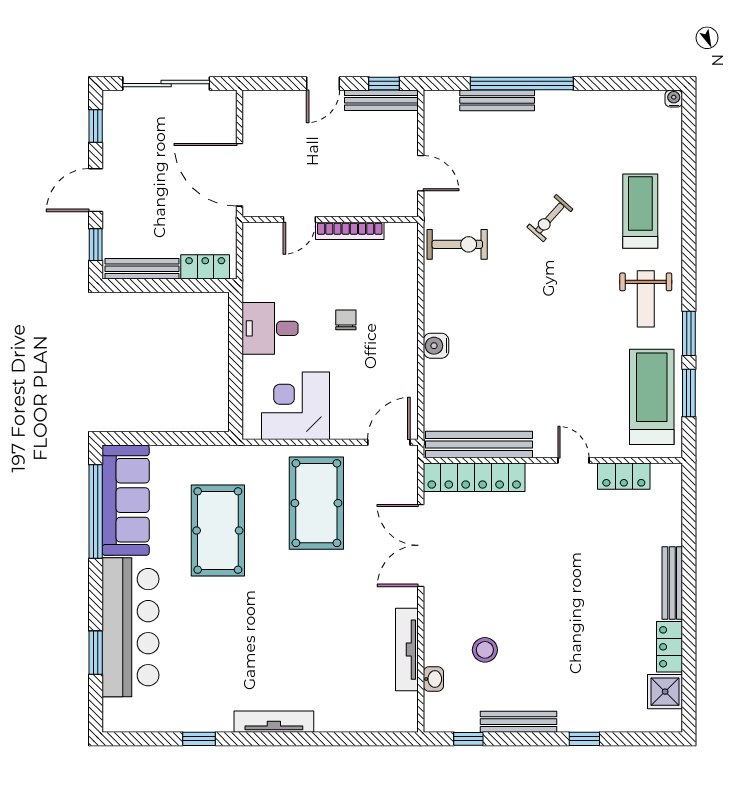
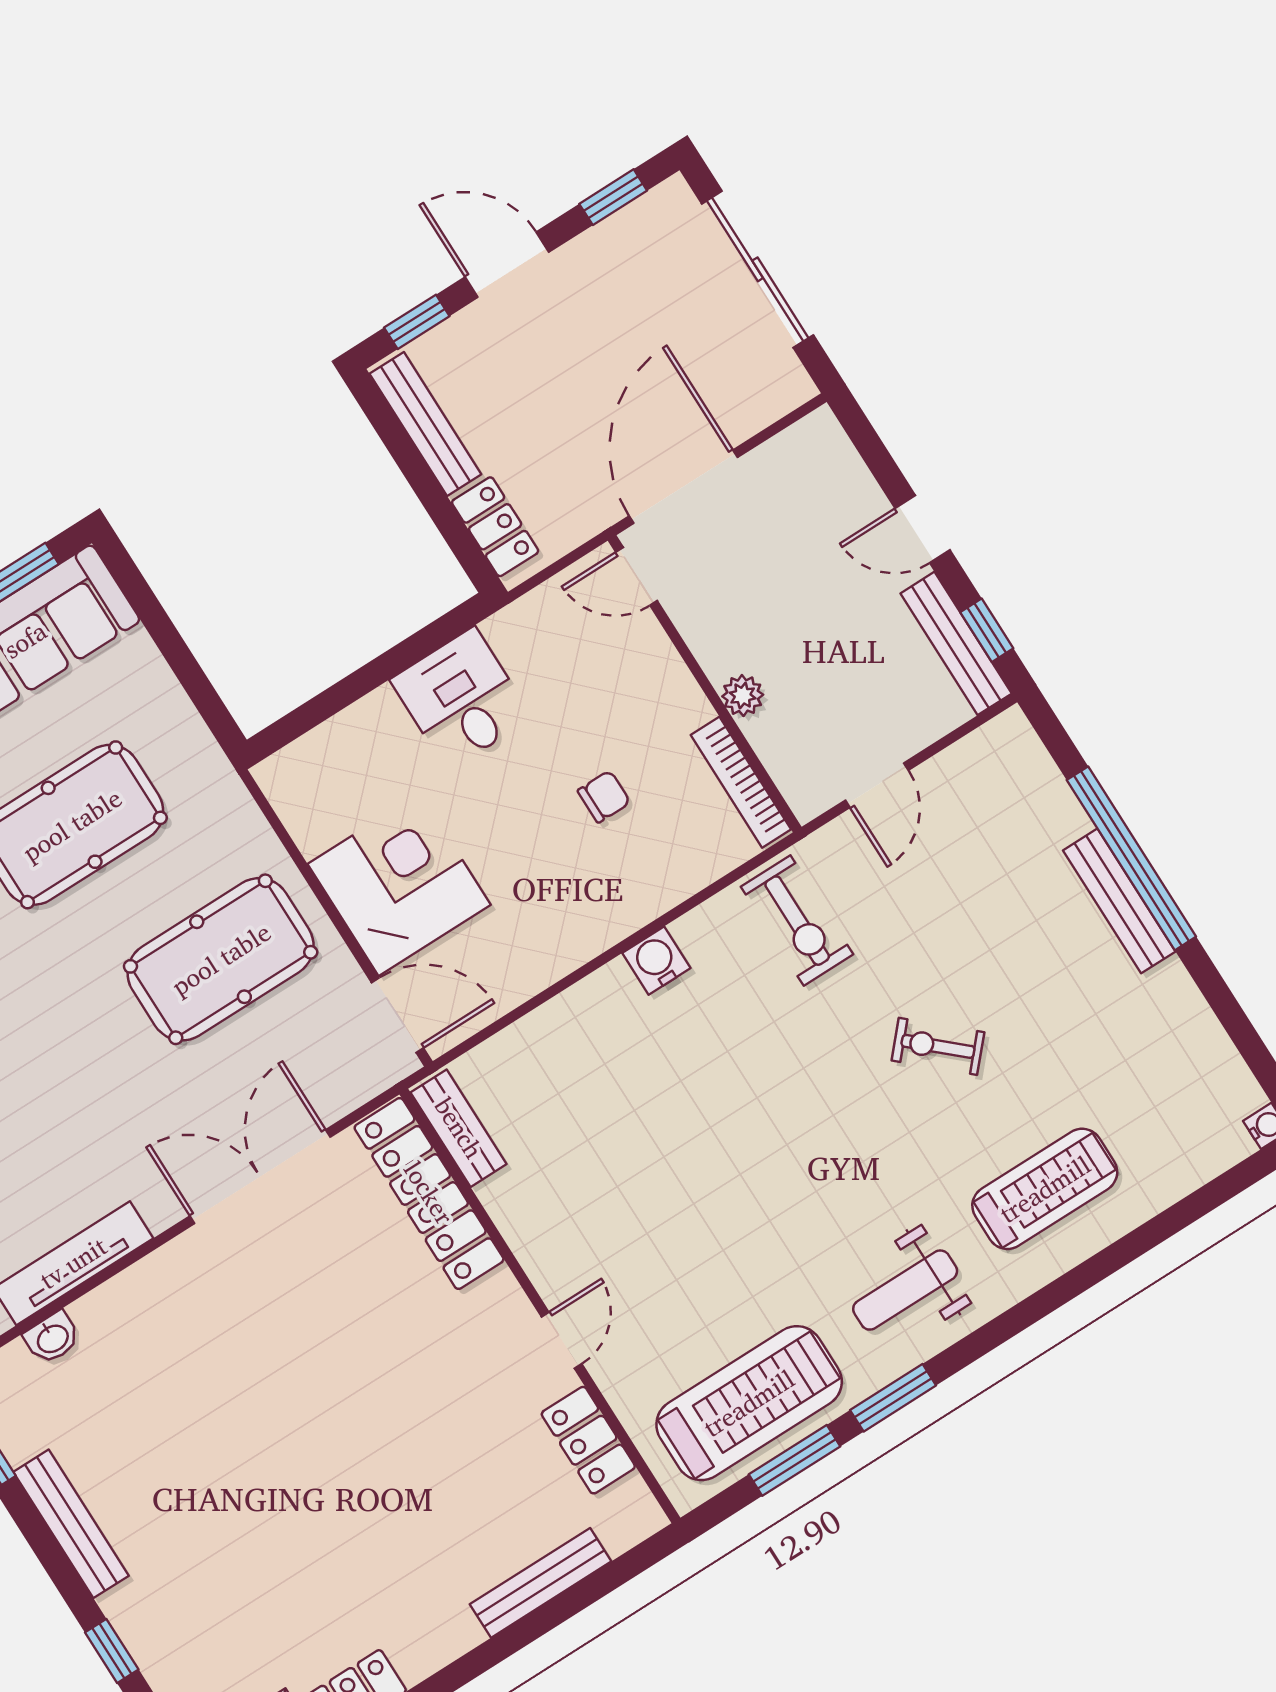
bench: (497, 100) -> (1119, 901), moved
plant: (346, 206) -> (743, 696), added
door: (299, 219) -> (637, 576), moved
bookcase: (350, 231) -> (741, 782), moved
chair: (346, 320) -> (604, 797), moved
water cooler: (436, 346) -> (656, 961), moved
corner desk: (296, 406) -> (399, 884), moved
bench: (479, 445) -> (459, 1128), width x0.54, depth x0.82
bench: (672, 583) -> (541, 1583), moved
stool: (485, 650) -> (155, 1393), removed

